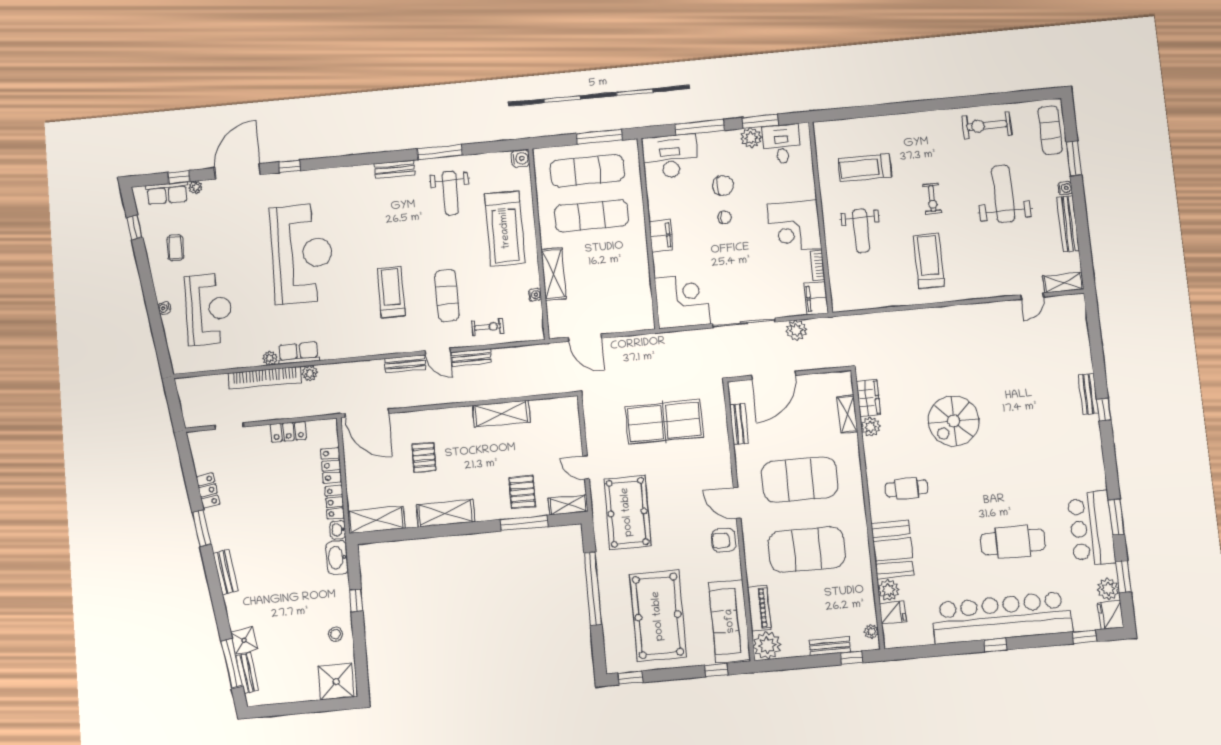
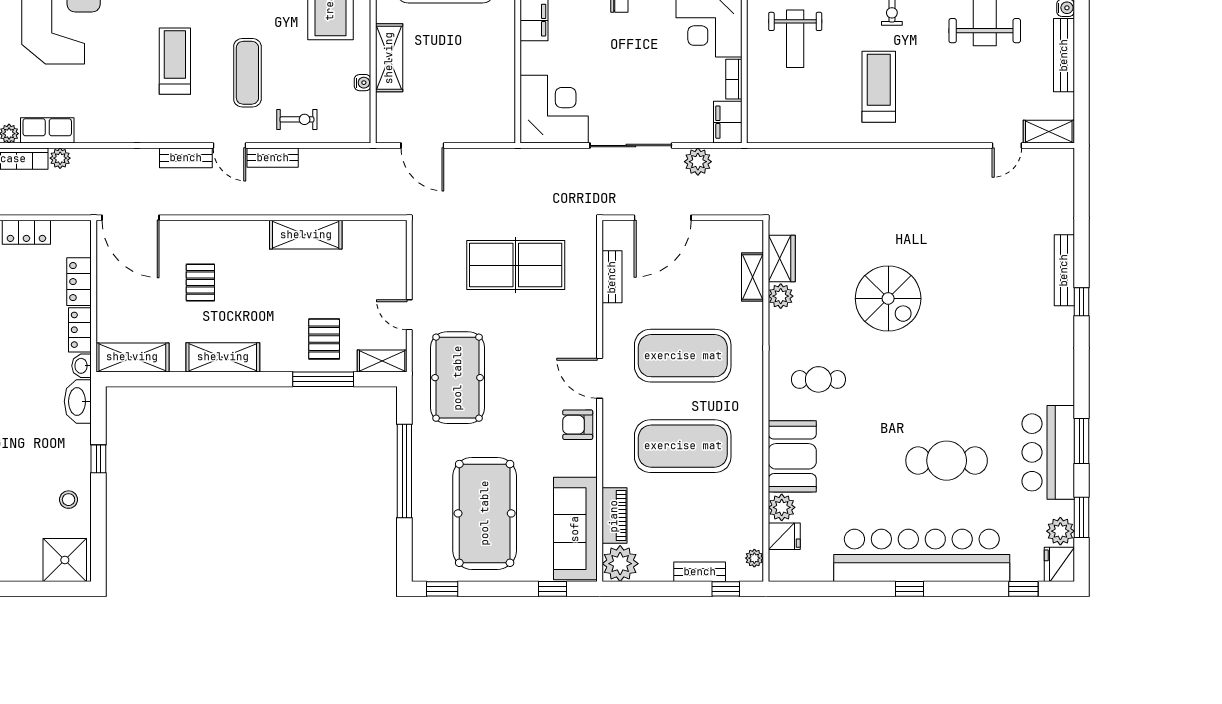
bench: (1088, 394) -> (1064, 270), width x1.36
spiral stairs: (954, 421) -> (888, 298), turned -90

